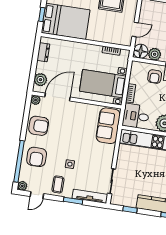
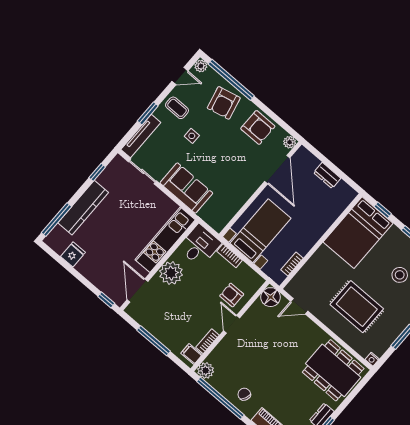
door: (135, 29) -> (299, 306), hinge flipped
dresser: (43, 52) -> (327, 175), moved
plant: (155, 54) -> (257, 311), removed
plant: (40, 80) -> (309, 162), removed
armchair: (39, 126) -> (258, 127), turned -90
sofa: (108, 126) -> (186, 188), moved
armchair: (37, 157) -> (224, 103), turned -103
door: (37, 195) -> (180, 76), swing flipped

